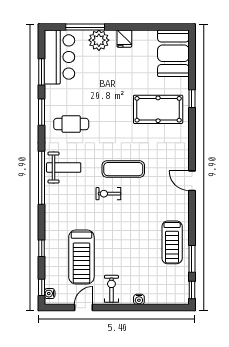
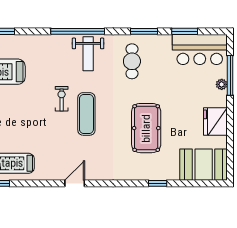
fridge: (124, 39) -> (215, 122), width x1.88, depth x1.34
plant: (99, 40) -> (222, 84), width x0.53, depth x0.53
pool table: (158, 109) -> (146, 128), moved

